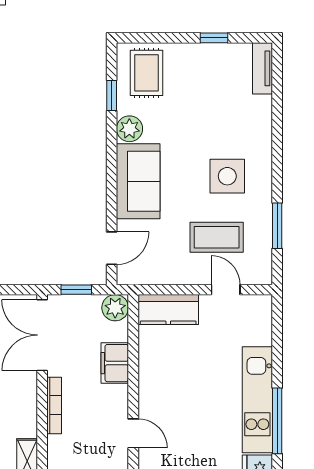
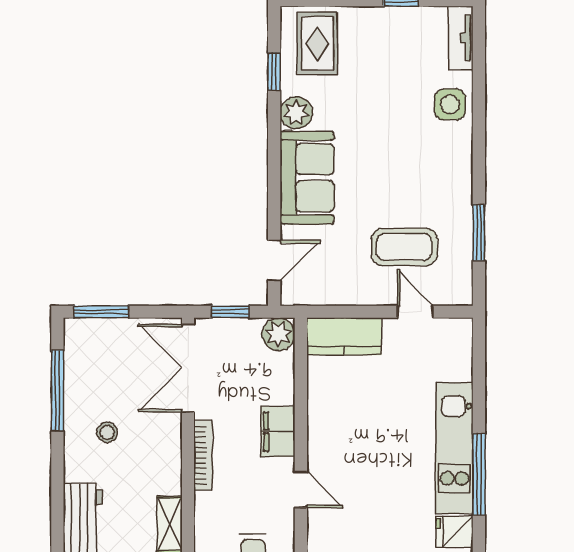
side table: (227, 176) -> (450, 104), moved, width x0.73, depth x0.73
filing cabinet: (115, 363) -> (278, 432), moved

